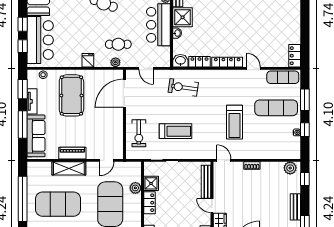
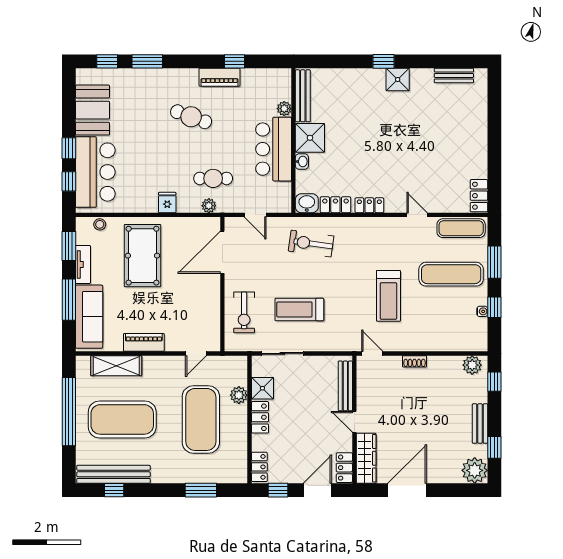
locker: (227, 62) -> (369, 205), width x0.66
treadmill: (175, 131) -> (299, 309), turned 180
shelving: (69, 168) -> (116, 366), moved

